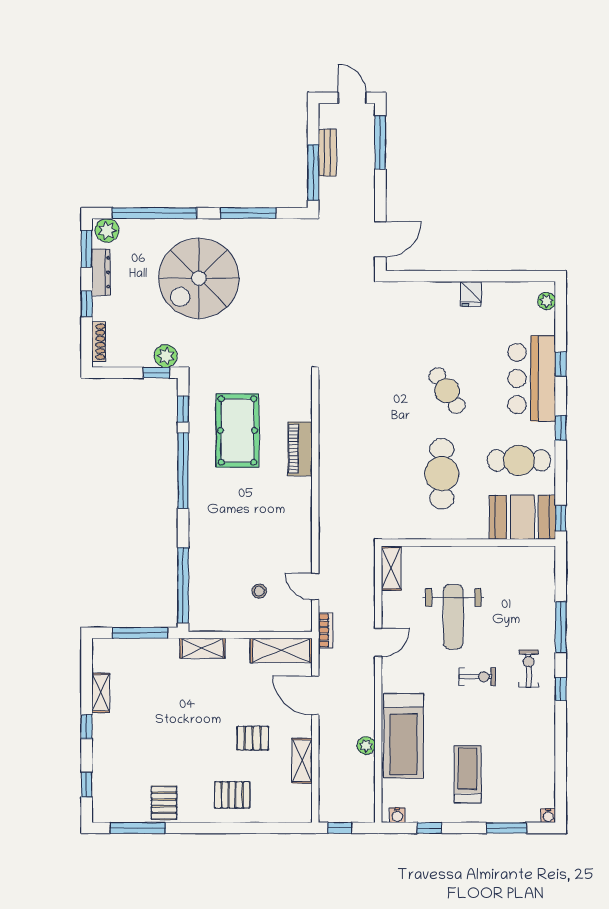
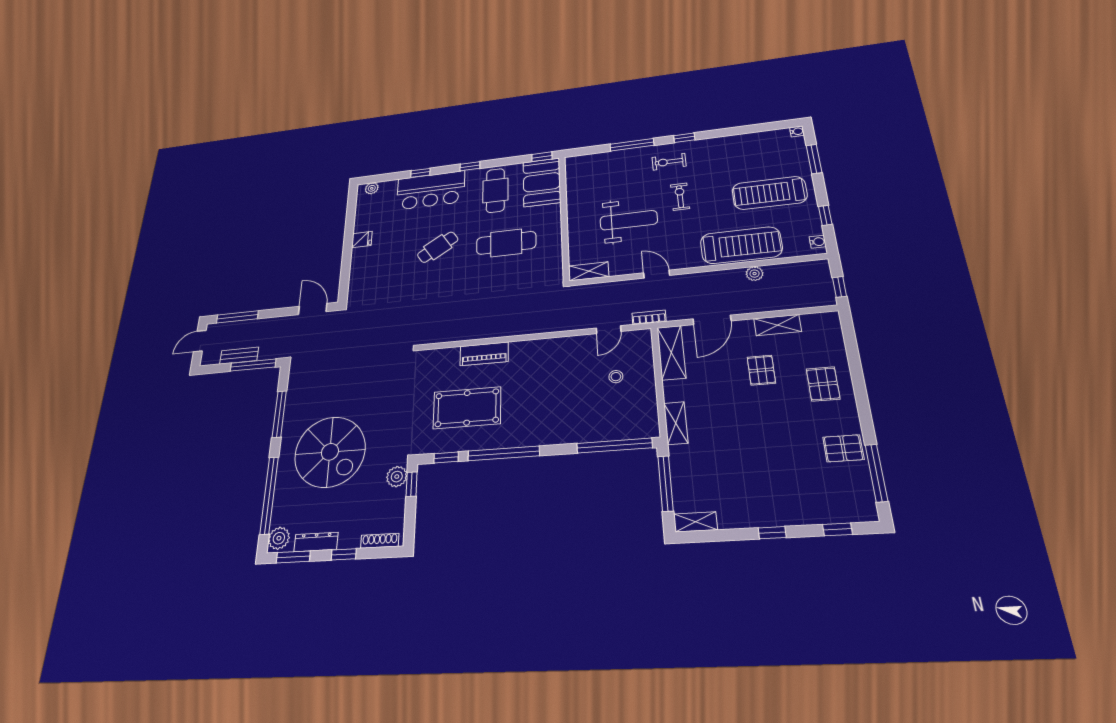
shelving: (101, 693) -> (695, 522), moved
treadmill: (468, 774) -> (769, 193), width x1.37, depth x1.38

